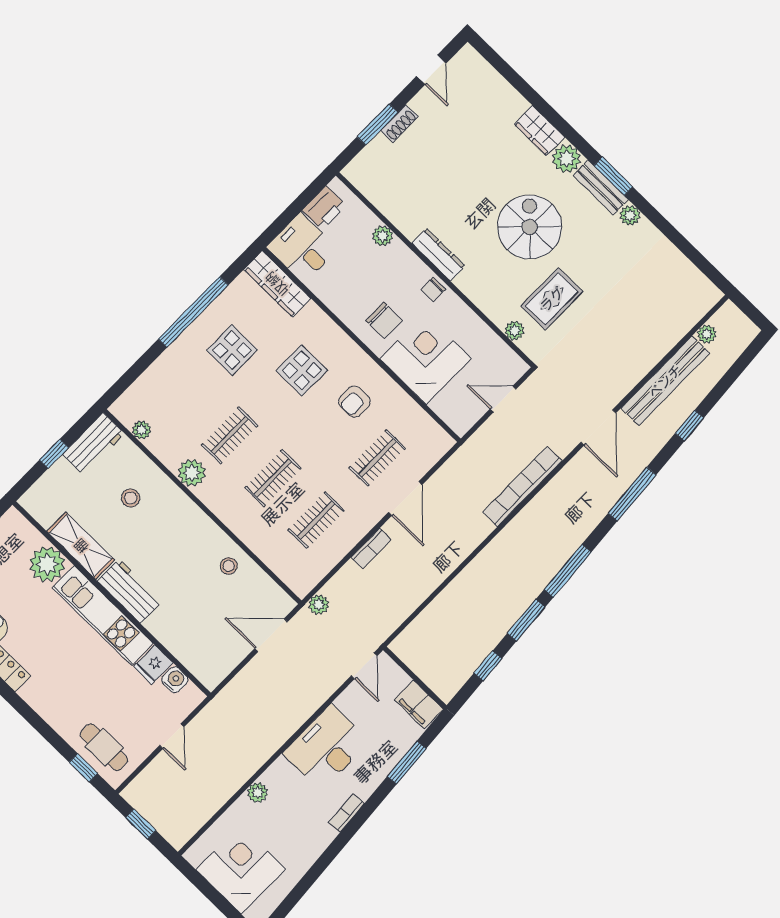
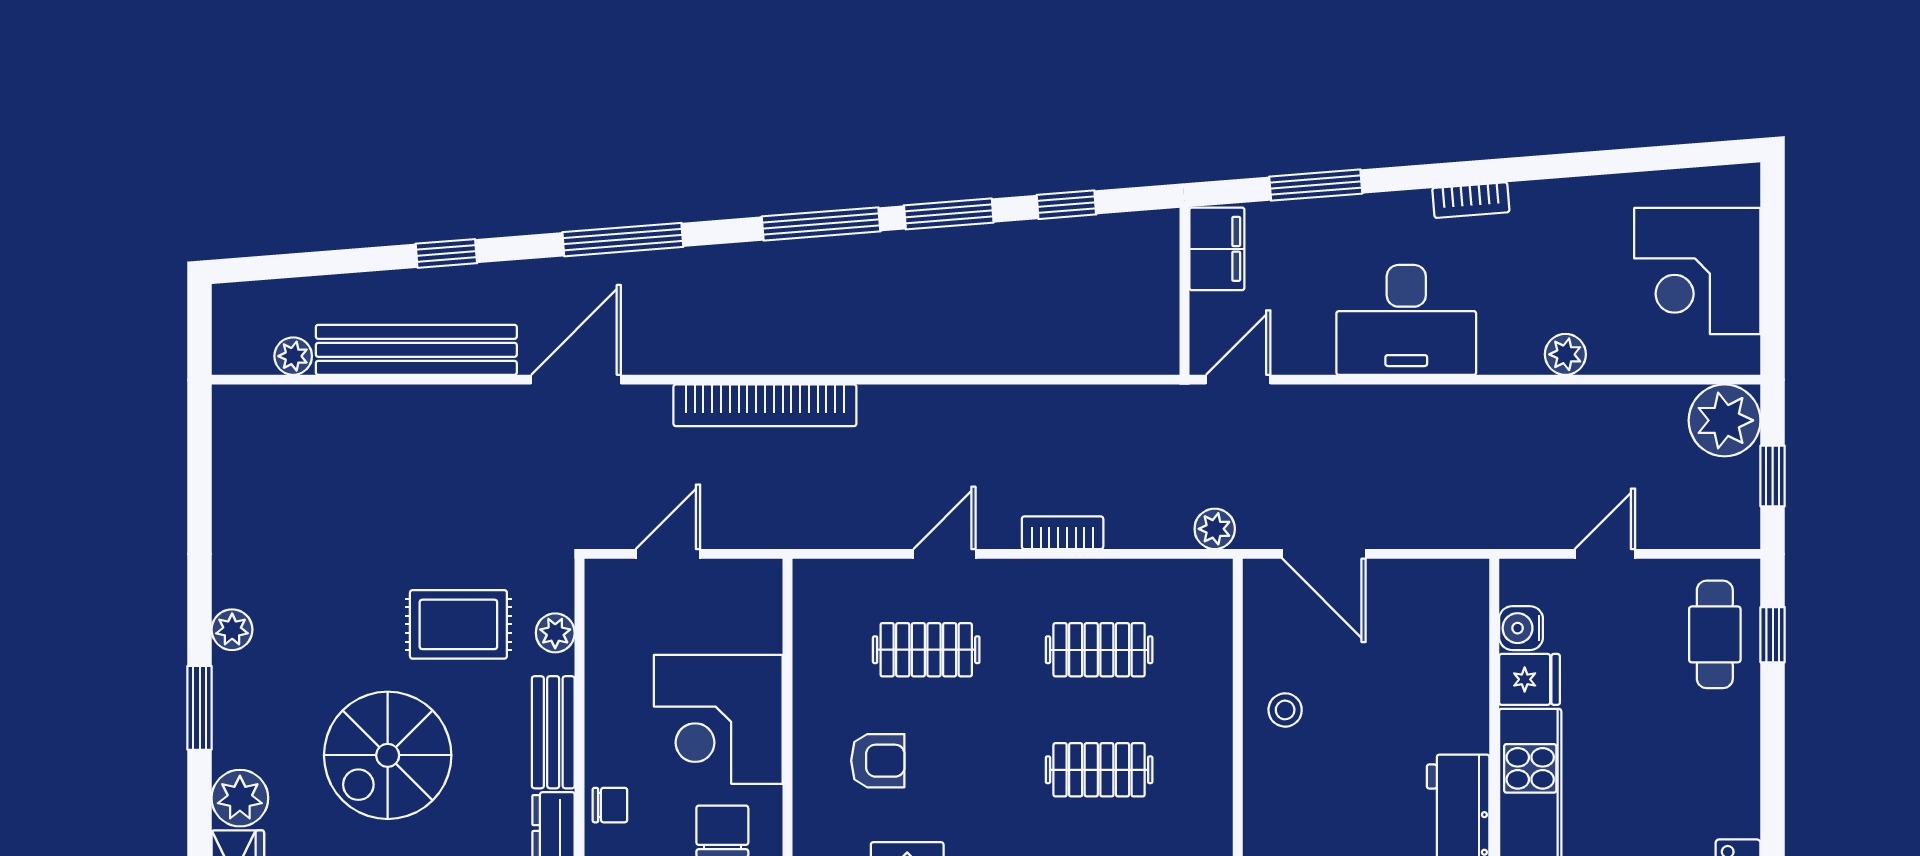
bench: (601, 187) -> (553, 732), moved
door: (503, 399) -> (668, 554), swing flipped
door: (405, 499) -> (944, 554), width x0.73
plant: (178, 826) -> (1725, 420), added

